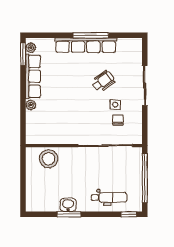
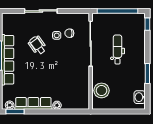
dental chair: (109, 197) -> (117, 50), moved
washbasin: (68, 205) -> (140, 97), moved

